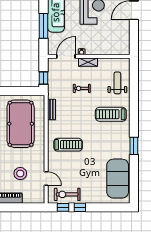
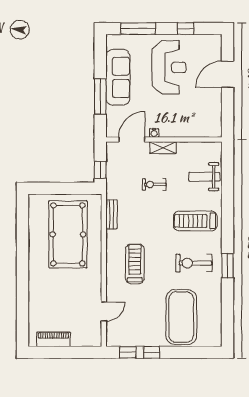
weight bench: (117, 83) -> (204, 177), turned -90
treadmill: (68, 145) -> (135, 264), turned -90
stool: (20, 174) -> (67, 305), removed
door: (46, 178) -> (104, 312), hinge flipped
exercise mat: (118, 179) -> (181, 317), moved
exercise bike: (67, 194) -> (194, 263), moved

